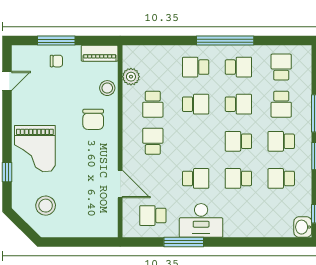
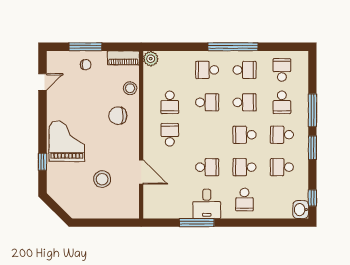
plant: (131, 77) -> (151, 59), moved
chair: (93, 119) -> (118, 116), turned 90
grand piano: (35, 149) -> (67, 141), turned 180
stool: (46, 206) -> (102, 179), moved
school desk: (153, 216) -> (245, 200), moved, turned -90
desk: (201, 220) -> (207, 204), width x0.73

